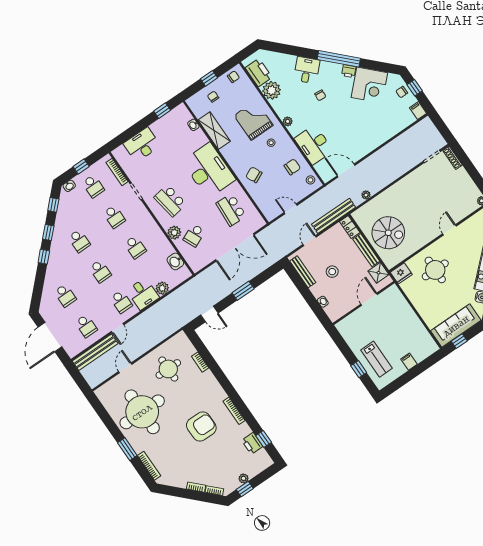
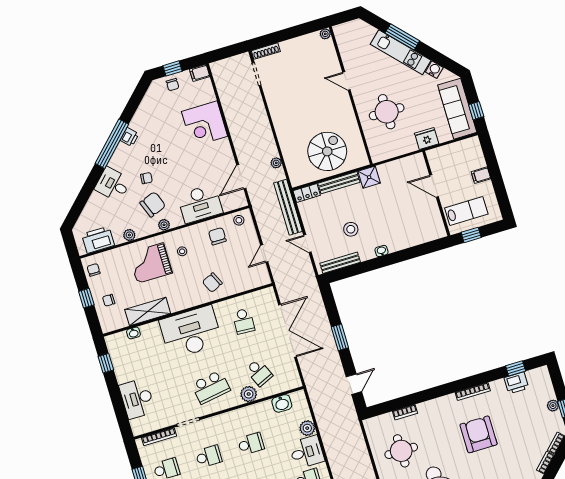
corner desk: (369, 85) -> (205, 124), moved, turned 135
plant: (272, 90) -> (129, 235), width x0.53, depth x0.53
chair: (301, 107) -> (153, 204), added
school desk: (231, 210) -> (244, 321), width x0.54
fridge: (401, 273) -> (427, 138), moved, turned -90
door: (369, 299) -> (434, 186), moved
wall: (364, 303) -> (436, 194), moved

